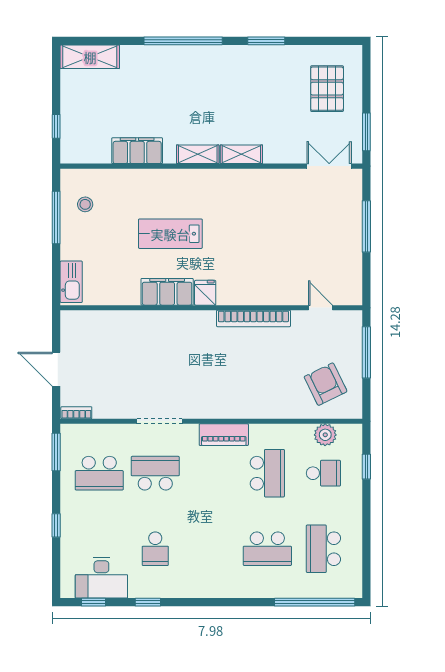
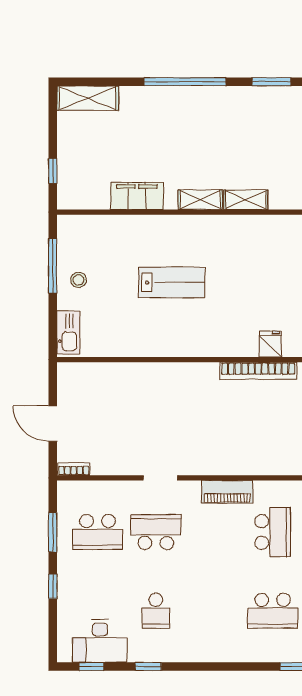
stool: (85, 204) -> (78, 280), moved
lab bench: (170, 234) -> (172, 282), turned 180
filing cabinet: (167, 292) -> (168, 343), removed
fridge: (205, 293) -> (270, 344), moved
doorway: (160, 421) -> (160, 478), width x0.73
window: (56, 452) -> (53, 532), moved

